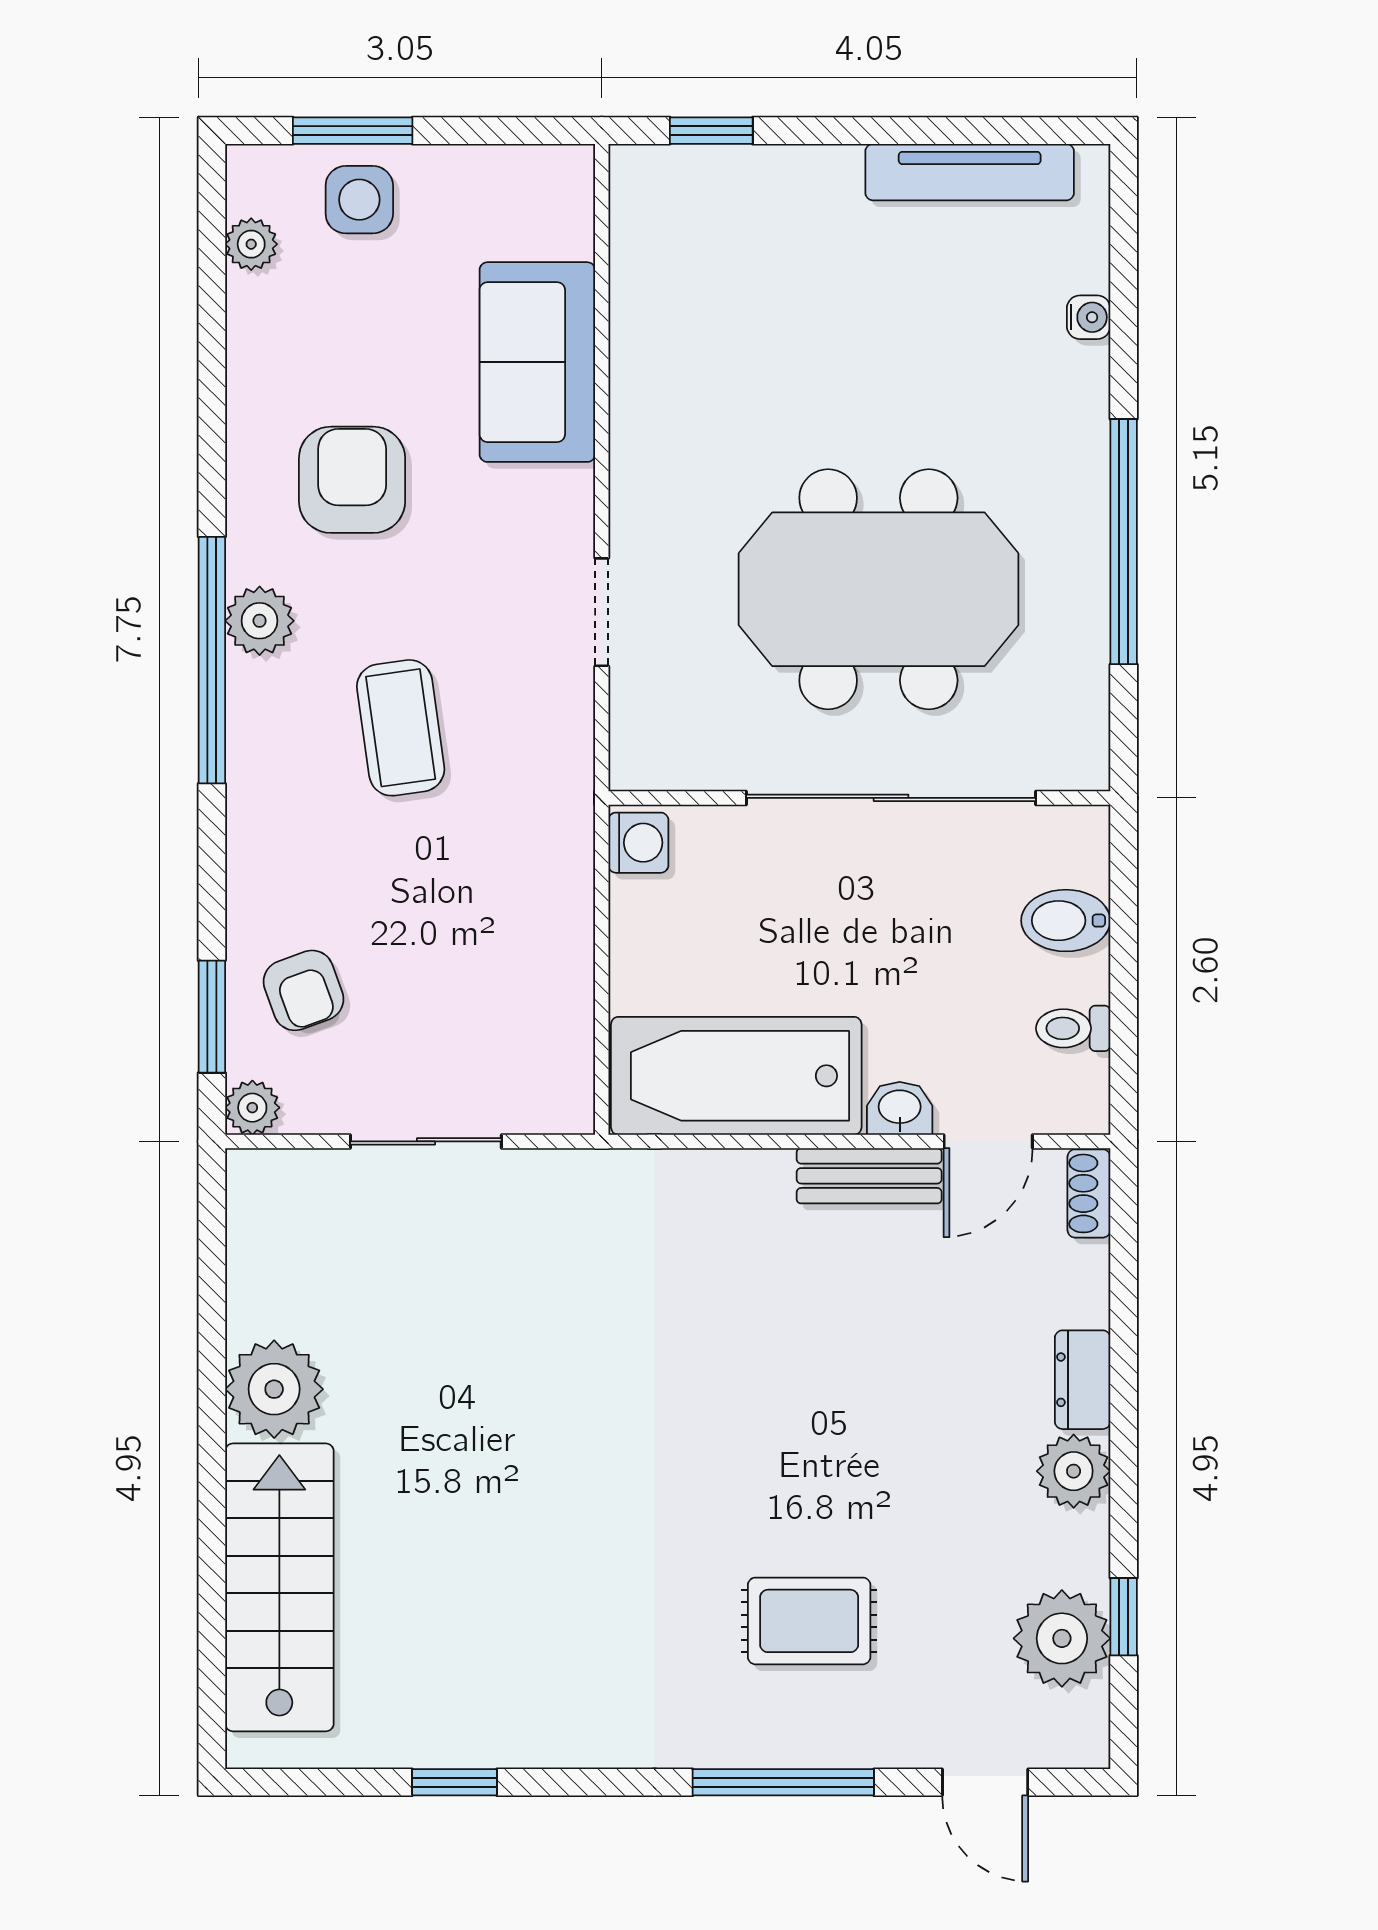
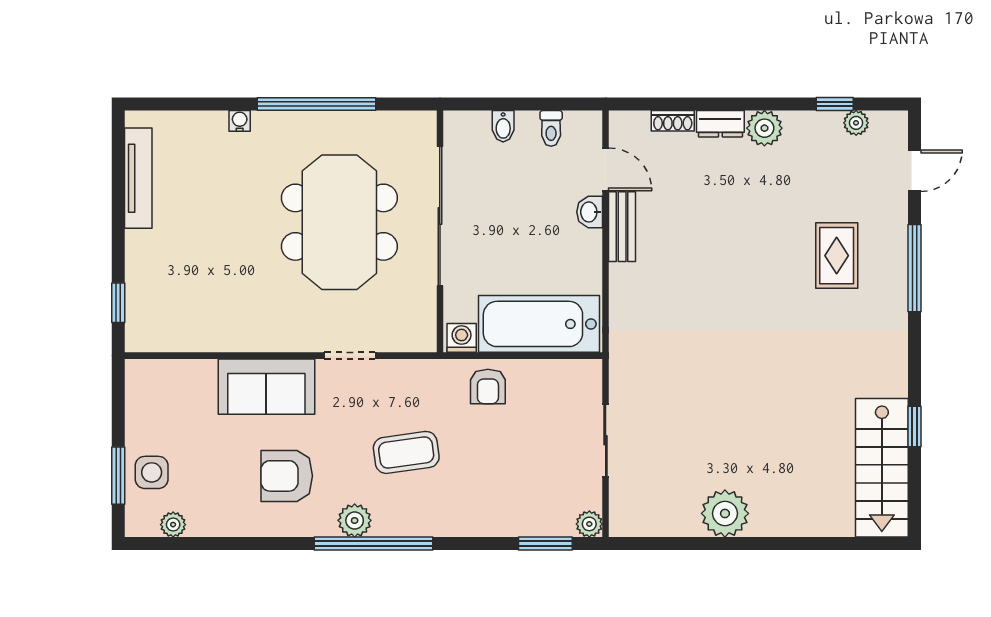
water cooler: (1089, 317) -> (240, 121), moved
sofa: (537, 362) -> (266, 387), moved
bidet: (1066, 921) -> (503, 126), width x0.72, depth x0.74
armchair: (303, 990) -> (488, 386), moved, turned 110
bathtub: (736, 1076) -> (539, 324), moved, turned 90
shoe rack: (1089, 1193) -> (673, 121), moved
stairs: (279, 1587) -> (882, 468), moved, turned -90
plant: (1062, 1638) -> (856, 123), width x0.53, depth x0.53

